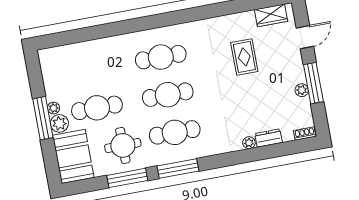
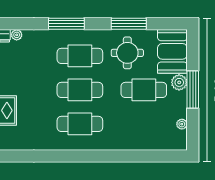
plant: (54, 108) -> (182, 124), moved
window: (178, 169) -> (66, 24), moved

